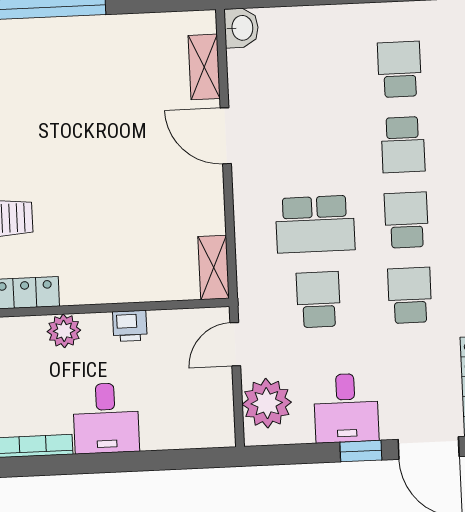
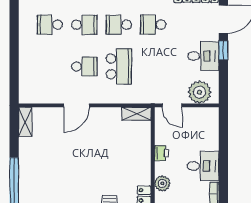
washbasin: (241, 28) -> (28, 96), removed
shelving: (204, 67) -> (25, 122), moved, turned 90
school desk: (318, 300) -> (84, 66), moved, turned 180

